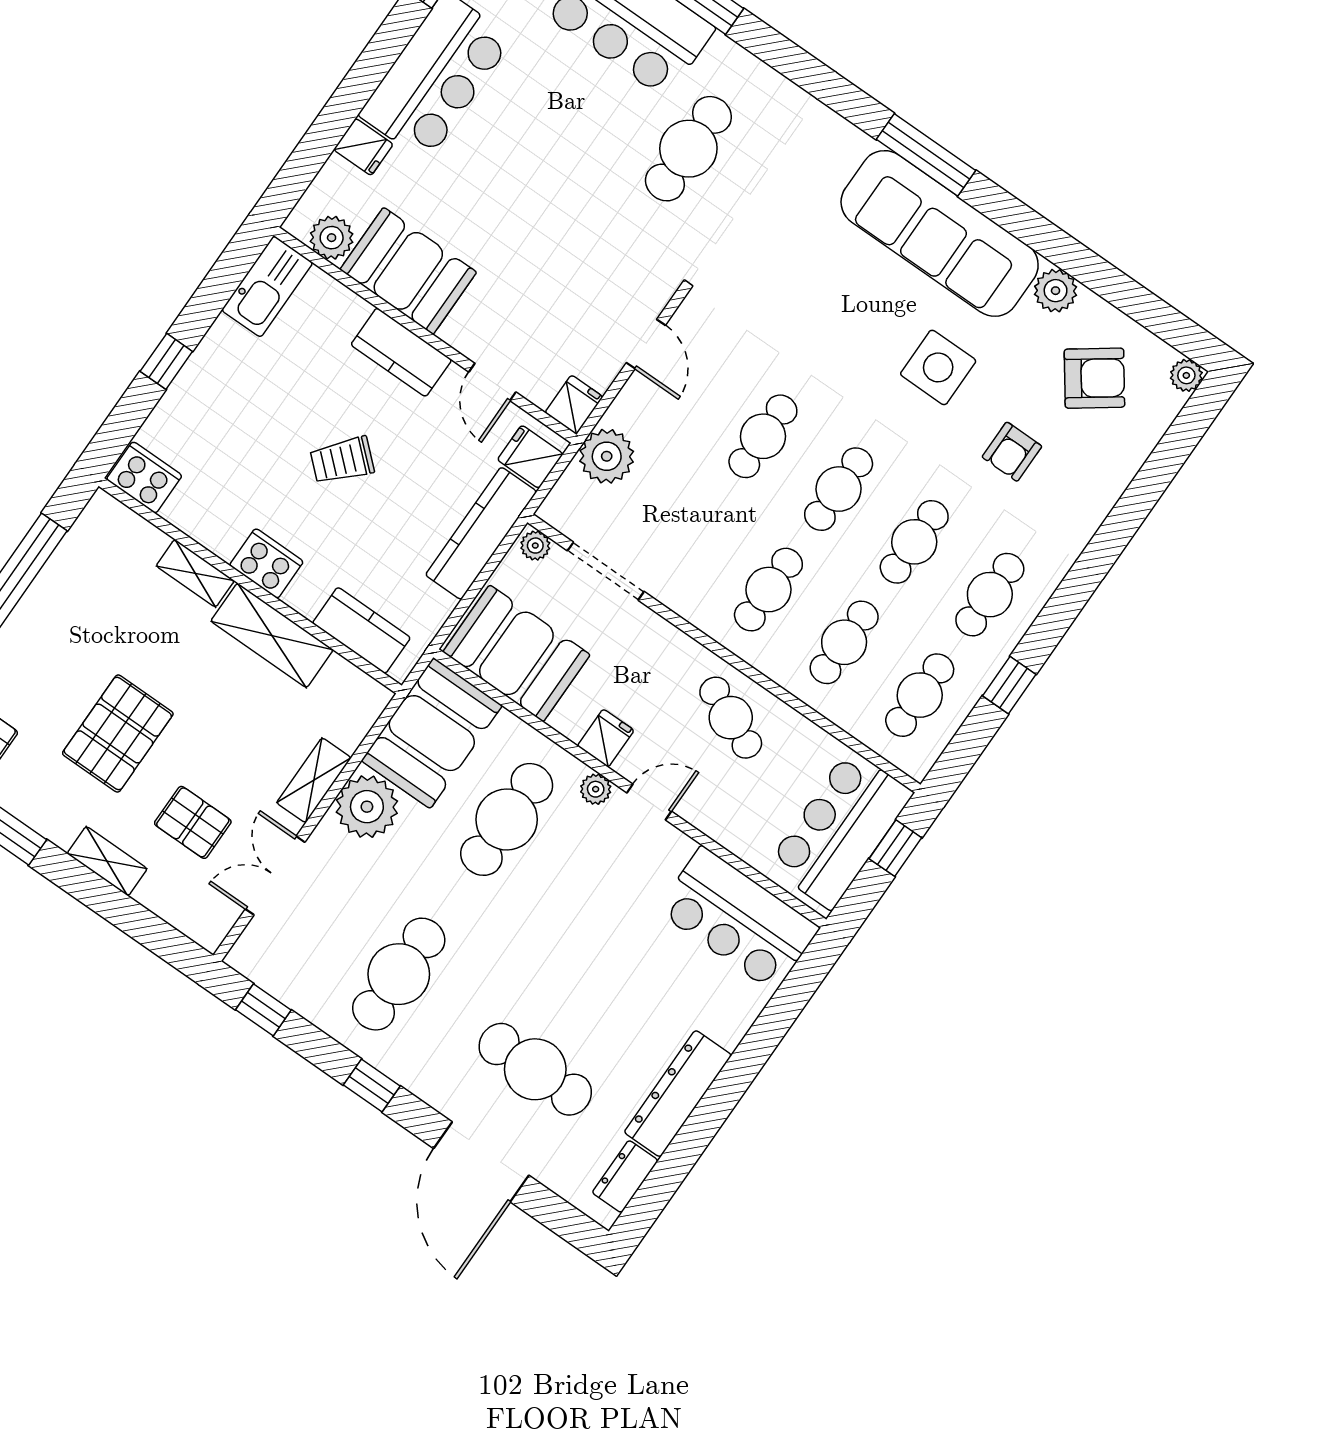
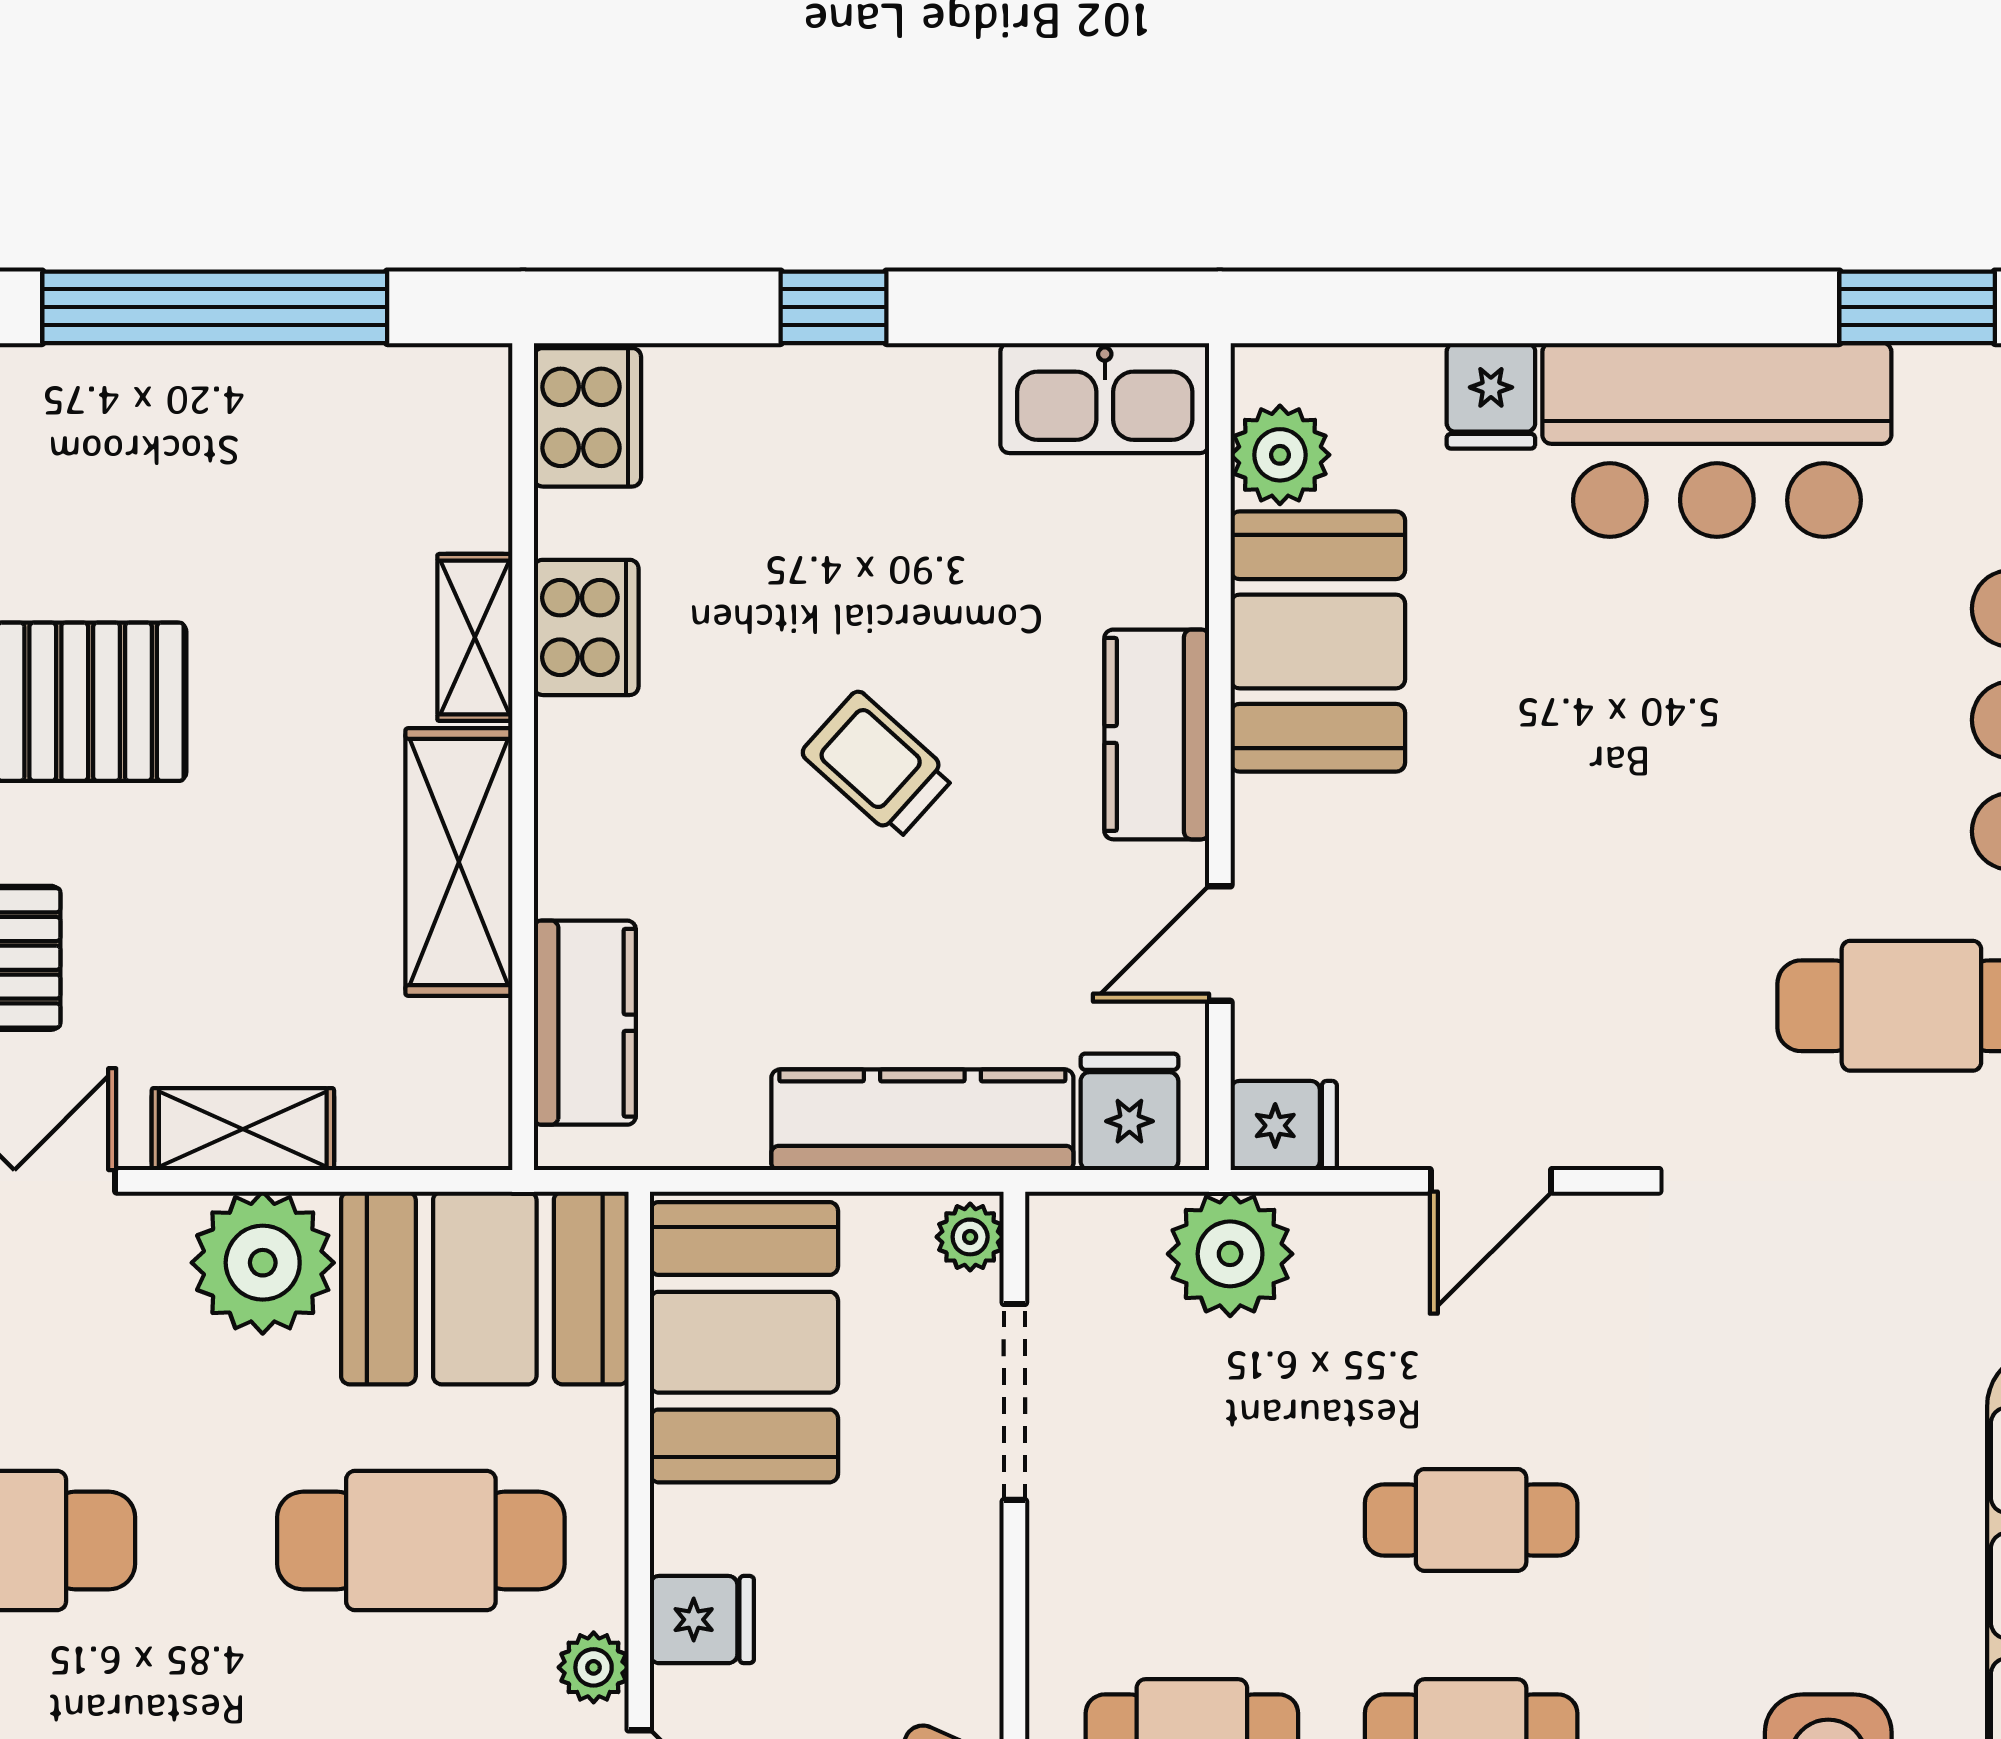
cooker: (266, 563) -> (586, 627), moved

